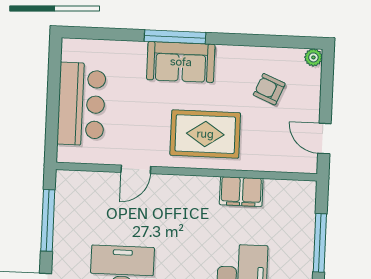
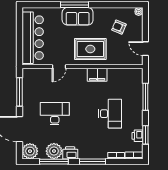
bar counter: (81, 104) -> (33, 38), width x1.36
filing cabinet: (241, 192) -> (97, 75), moved

